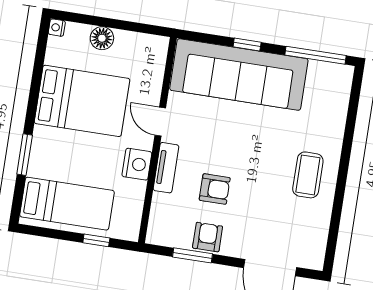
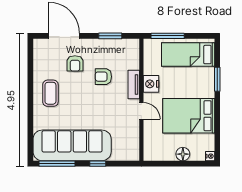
sofa: (239, 74) -> (72, 145), moved
armchair: (208, 237) -> (75, 63), moved
window: (96, 240) -> (168, 36), width x2.17

